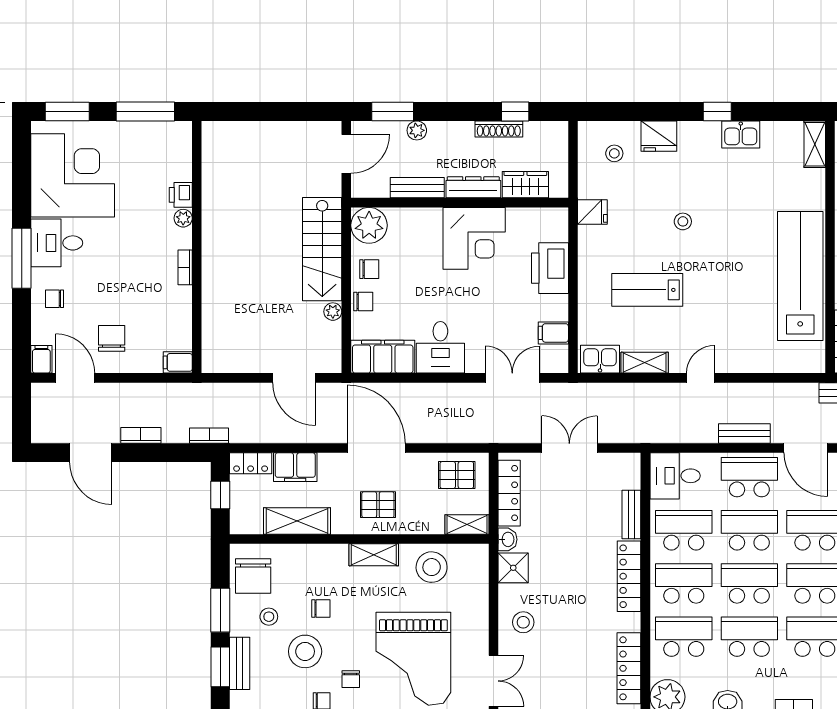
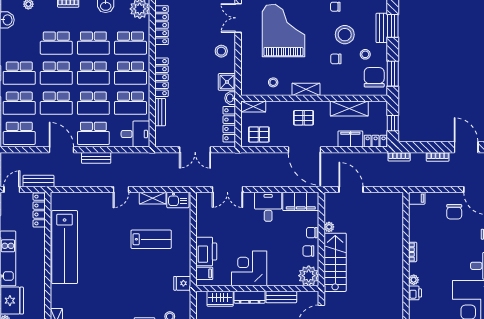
stool: (683, 221) -> (131, 278), removed
filing cabinet: (553, 333) -> (204, 273), moved
stool: (432, 567) -> (273, 82), width x0.53, depth x0.53
window: (220, 610) -> (393, 74), moved
chair: (351, 679) -> (319, 19), removed

